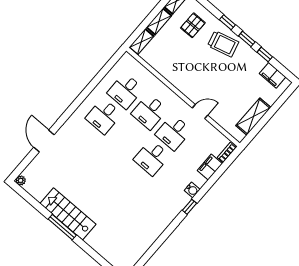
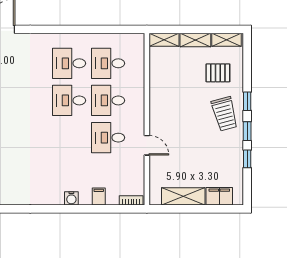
filing cabinet: (273, 75) -> (219, 196), moved, turned 90
desk: (152, 158) -> (69, 100), moved
filing cabinet: (210, 167) -> (99, 196), width x0.50
window: (189, 207) -> (54, 209), removed

